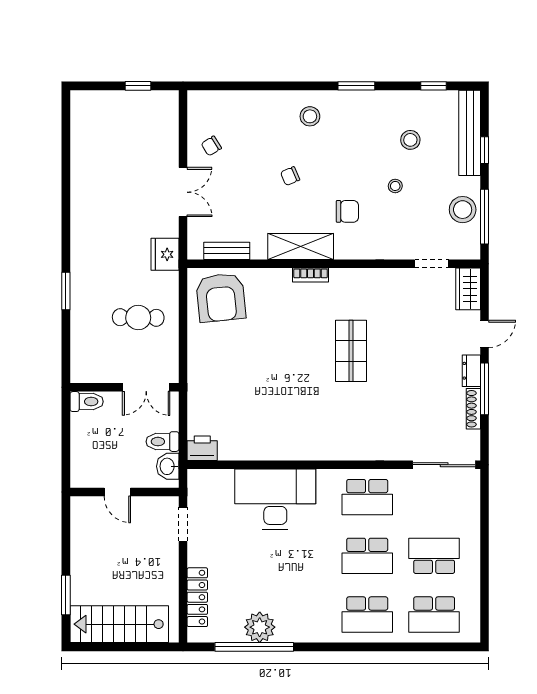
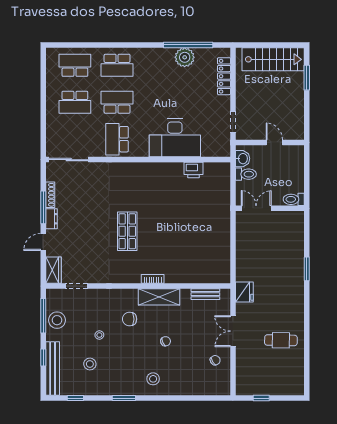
armchair: (221, 298) -> (209, 265), removed
cafe table: (138, 318) -> (281, 340), moved
printer: (202, 448) -> (193, 170), moved
school desk: (367, 497) -> (117, 139), turned -90
school desk: (367, 615) -> (117, 65), turned 180

